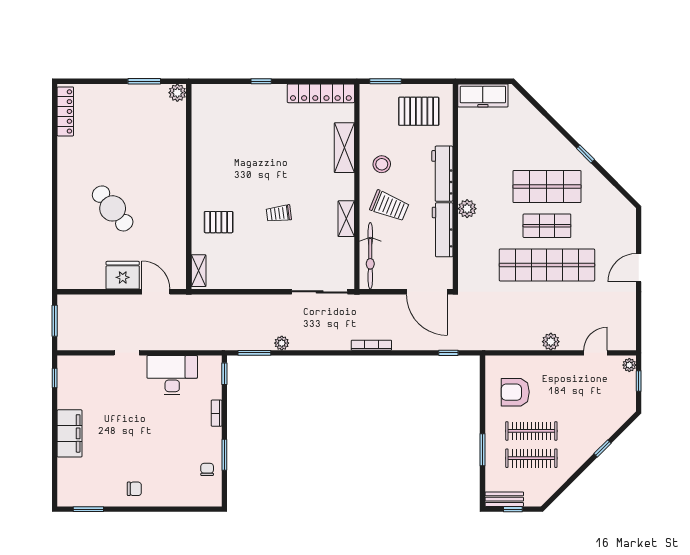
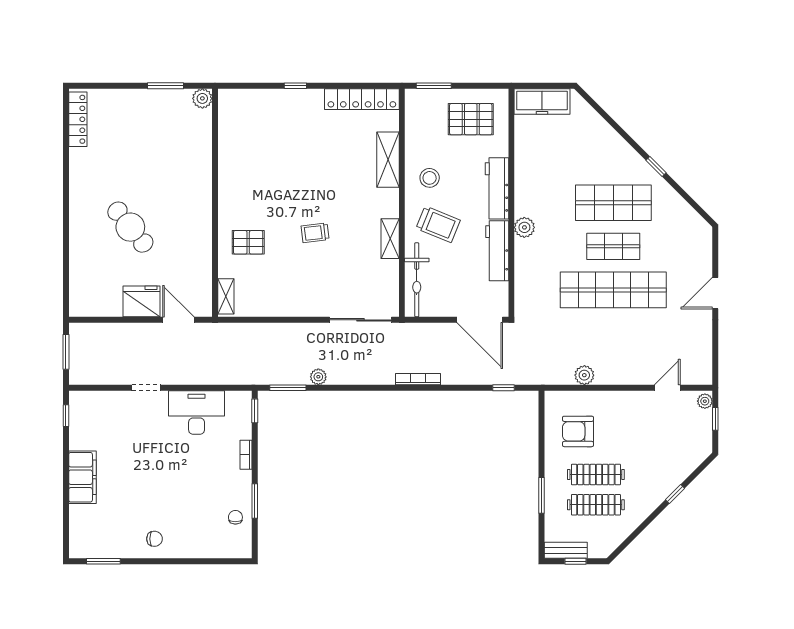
plant: (551, 342) -> (584, 375), moved

